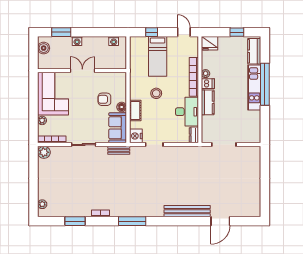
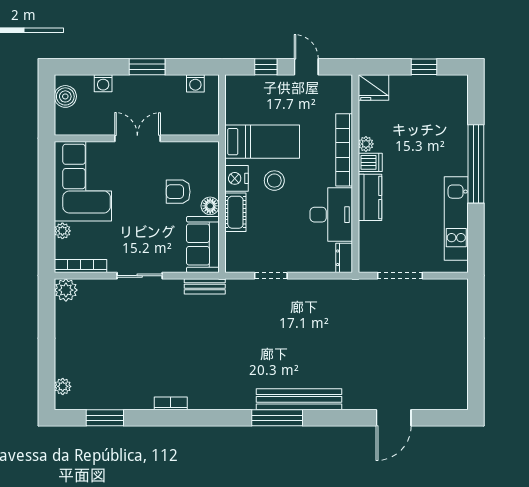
window: (61, 32) -> (147, 67), moved
door: (184, 32) -> (306, 67), moved
washing machine: (77, 41) -> (103, 83), moved
kitchen counter: (254, 51) -> (456, 102), removed
bed: (158, 56) -> (262, 142), moved, turned -90
kitchen unit: (254, 87) -> (456, 218), moved
nightstand: (136, 136) -> (237, 178), moved
bench: (187, 211) -> (299, 399), moved
window: (75, 221) -> (105, 418), moved
window: (132, 221) -> (277, 418), moved

